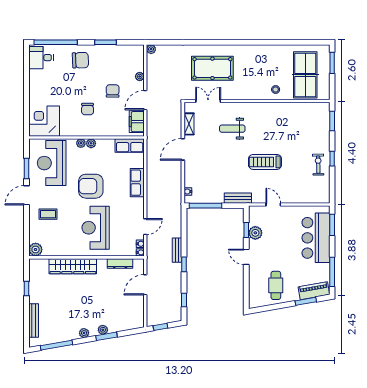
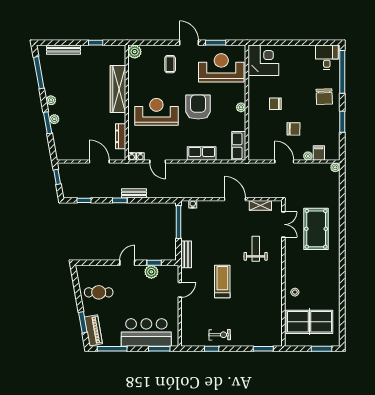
filing cabinet: (137, 122) -> (319, 153), moved, width x0.50
plant: (81, 143) -> (241, 97), removed
window: (332, 159) -> (212, 349), moved

